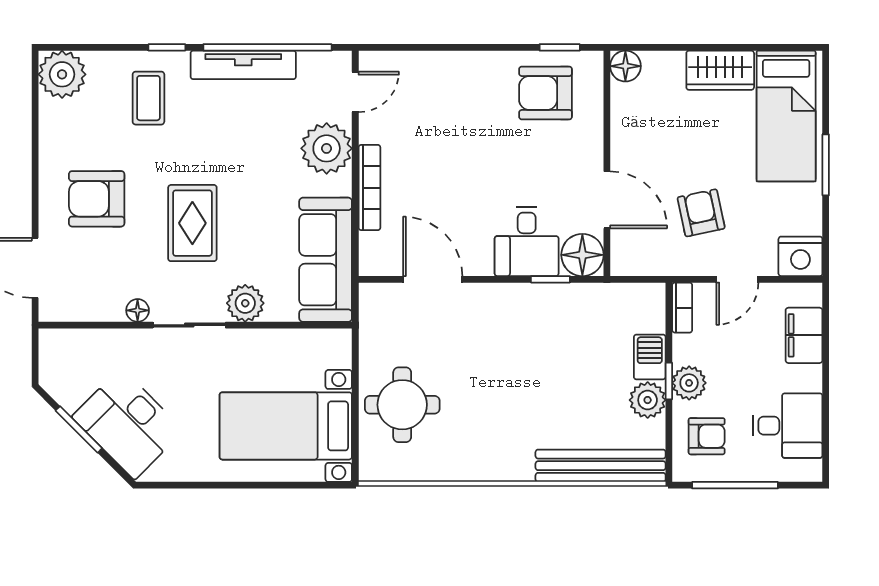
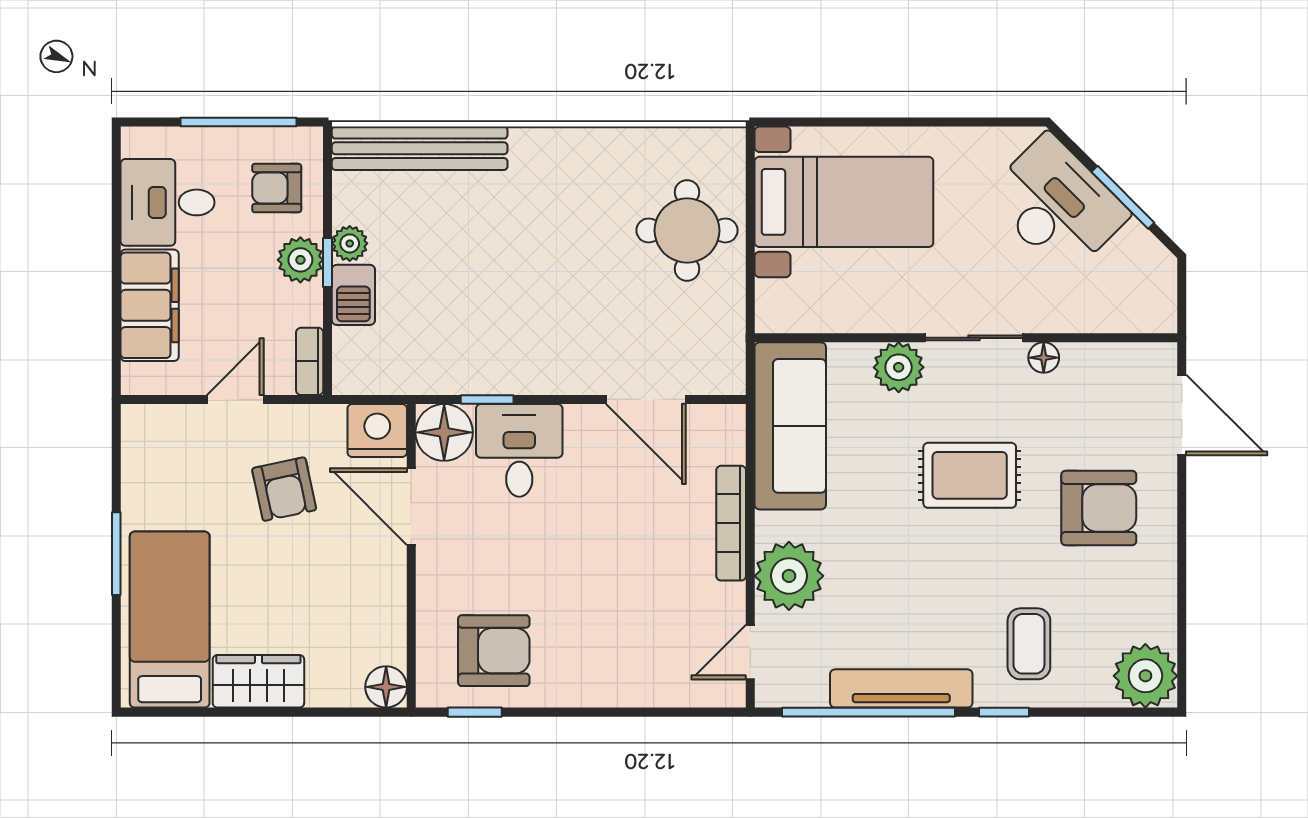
rug: (192, 223) -> (970, 475), turned 90
nightstand: (800, 256) -> (377, 430), moved
filing cabinet: (804, 335) -> (150, 305), width x1.50, depth x1.17
plant: (648, 400) -> (350, 243), width x0.73, depth x0.73

